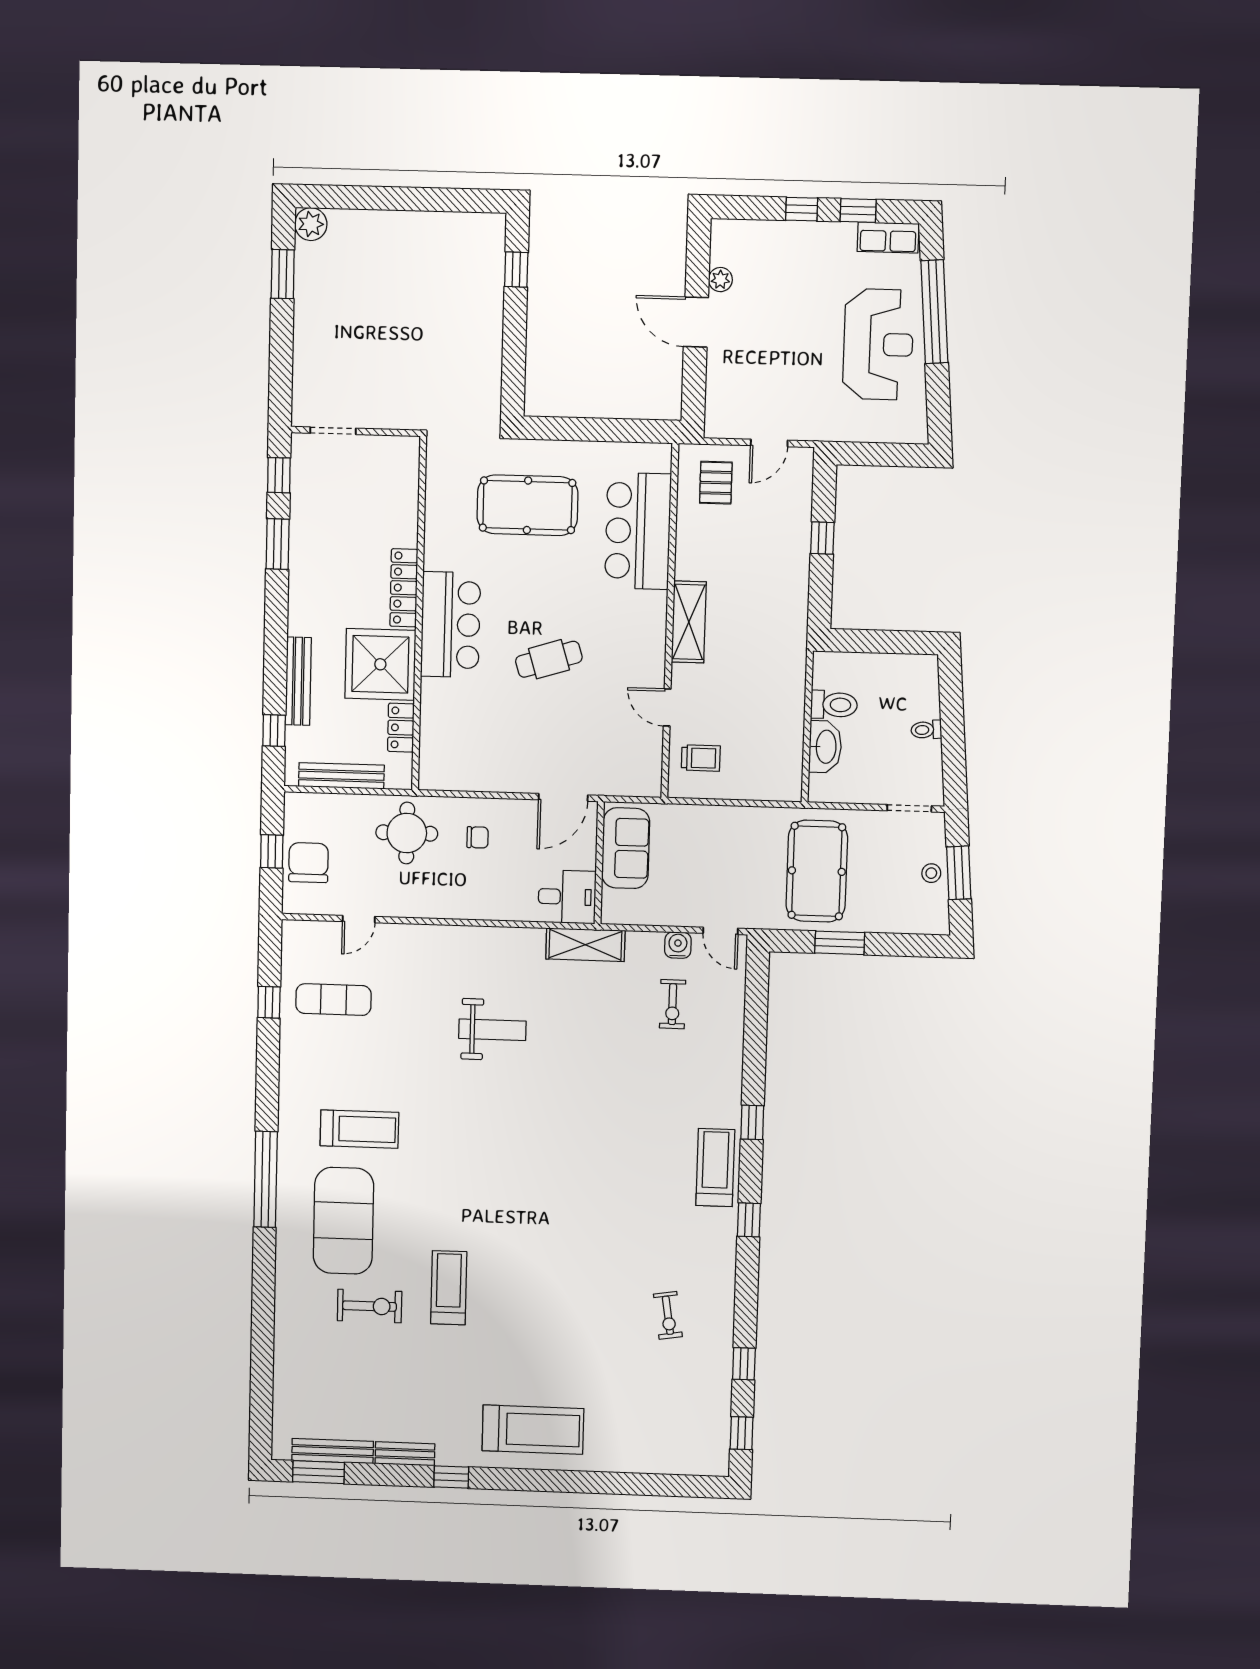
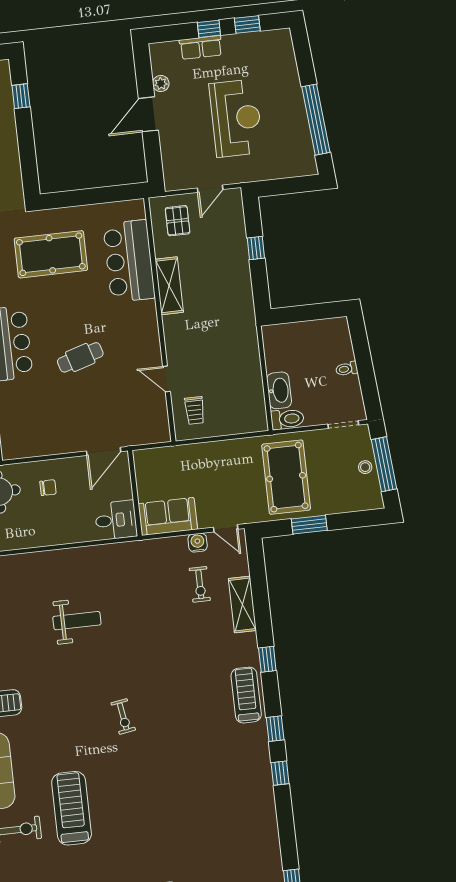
row of seats: (888, 237) -> (201, 47), moved
window: (934, 312) -> (316, 120), moved
door: (696, 322) -> (148, 114), hinge flipped
reception desk: (878, 344) -> (236, 118), moved
shelving: (689, 622) -> (169, 286), moved
toilet: (834, 705) -> (287, 419), moved
trolley: (701, 758) -> (195, 410), turned 90
sofa: (626, 848) -> (168, 516), moved, turned -90
window: (959, 873) -> (384, 464), width x1.44
shelving: (585, 945) -> (242, 604), moved, turned 90
treadmill: (449, 1288) -> (72, 808), width x1.37, depth x1.38
exercise bike: (668, 1315) -> (123, 716), moved
window: (744, 1364) -> (280, 773), moved

